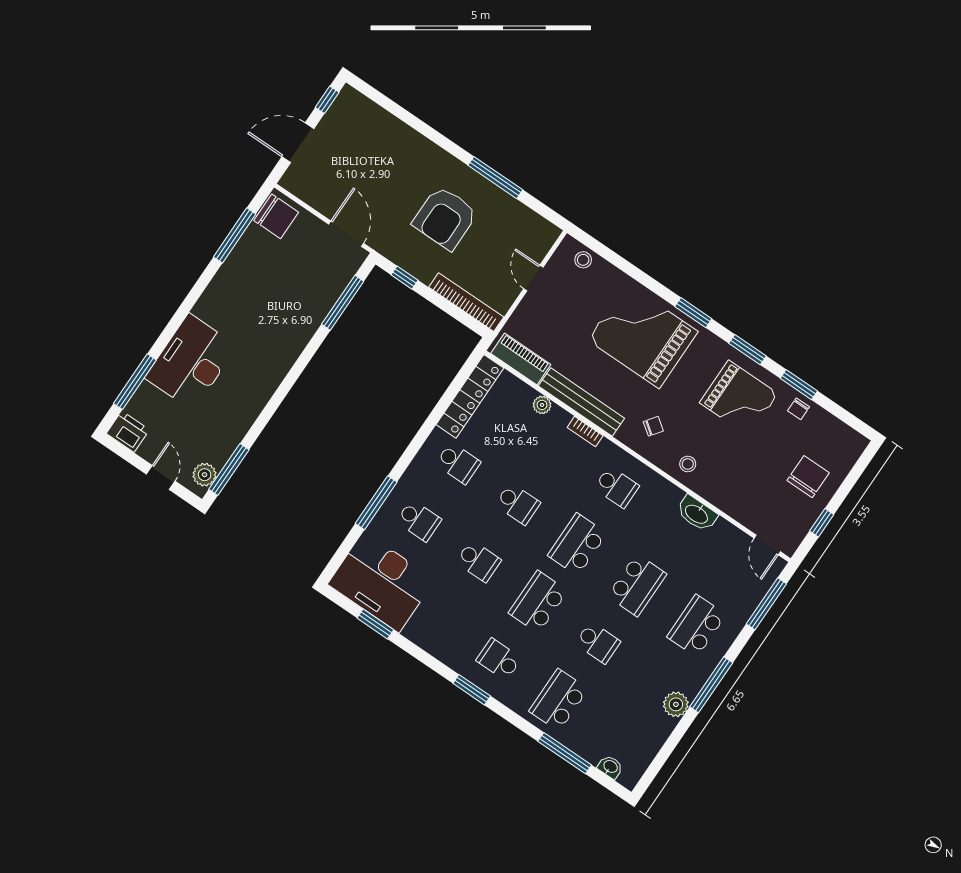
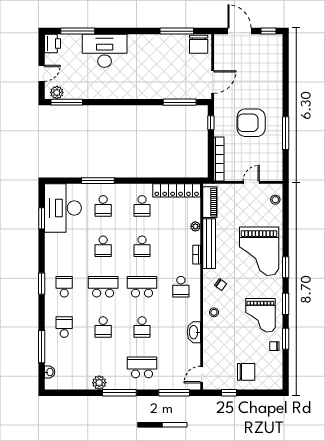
grand piano: (643, 336) -> (259, 251), turned 180
school desk: (637, 585) -> (142, 327), width x0.54
school desk: (559, 700) -> (64, 327), width x0.54

